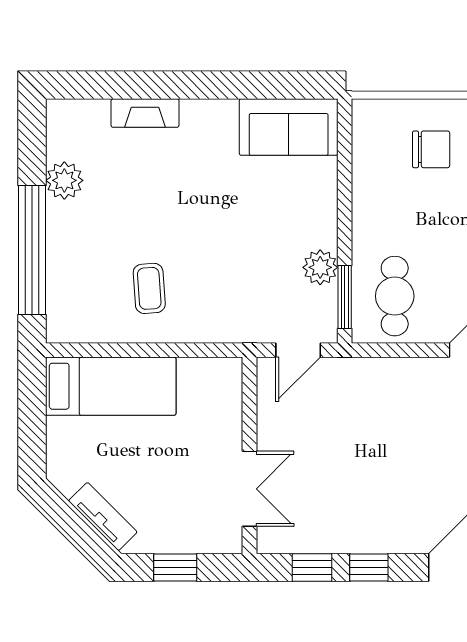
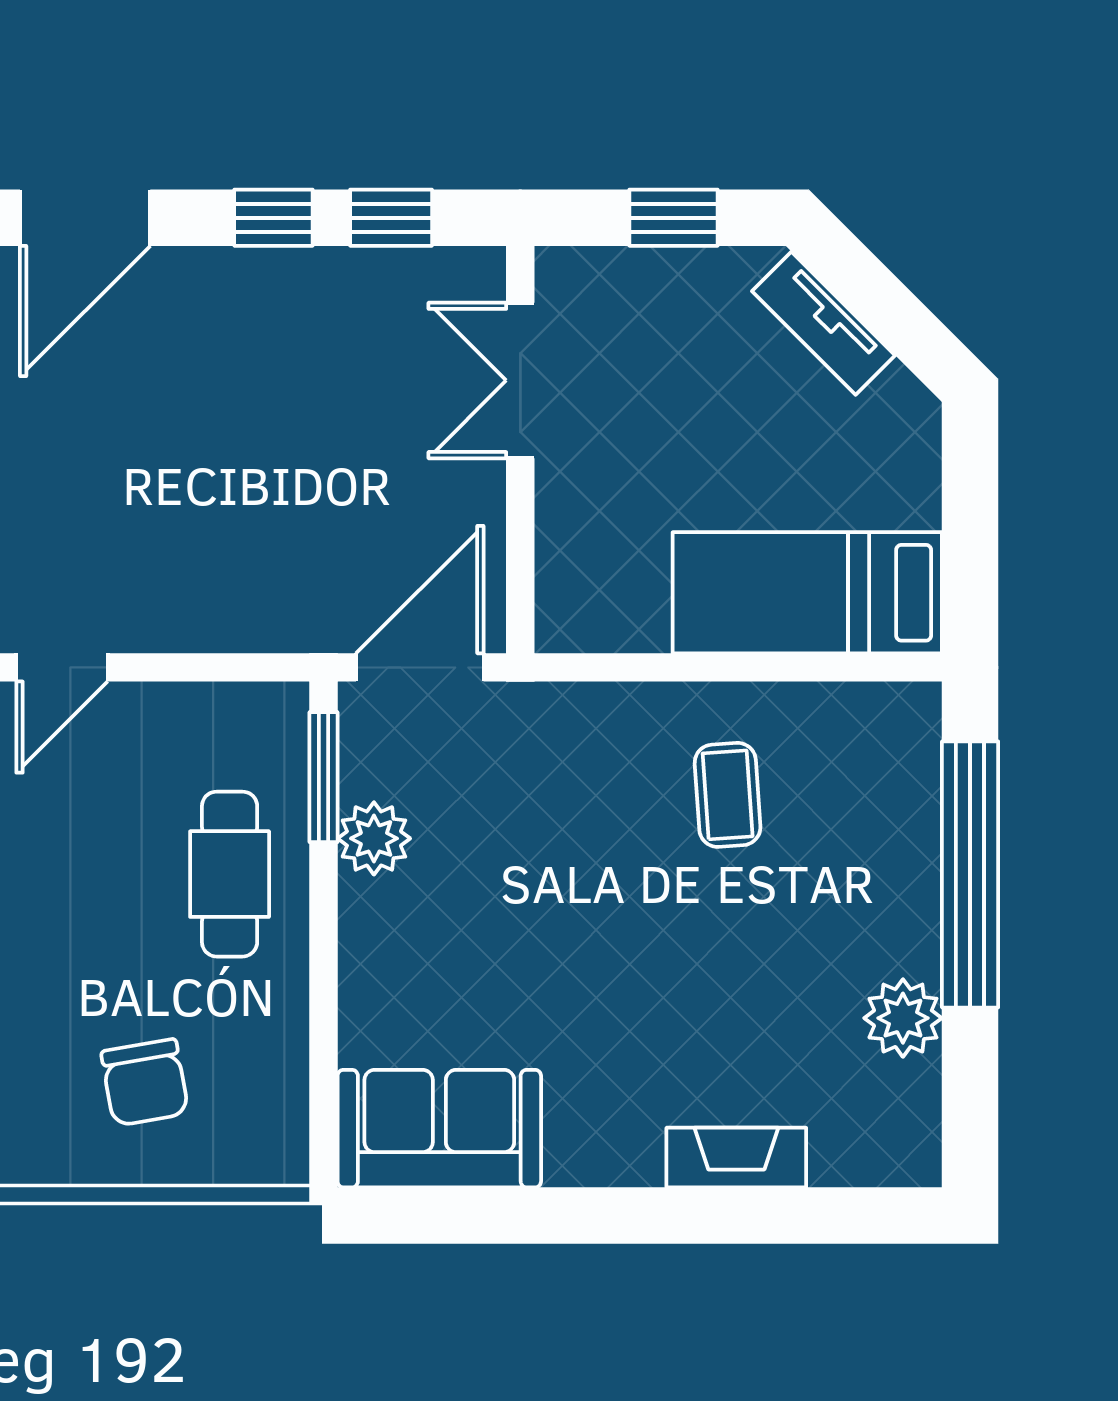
chair: (431, 149) -> (145, 1082), turned -100
cafe table: (395, 296) -> (230, 874), moved
door: (298, 350) -> (420, 667), width x1.38

